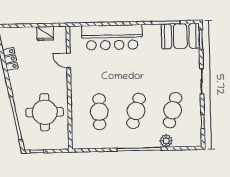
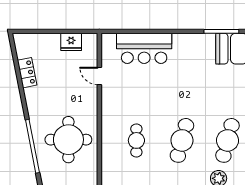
bar counter: (112, 37) -> (144, 48), width x0.73
cafe table: (99, 112) -> (136, 140), width x0.73, depth x0.74

